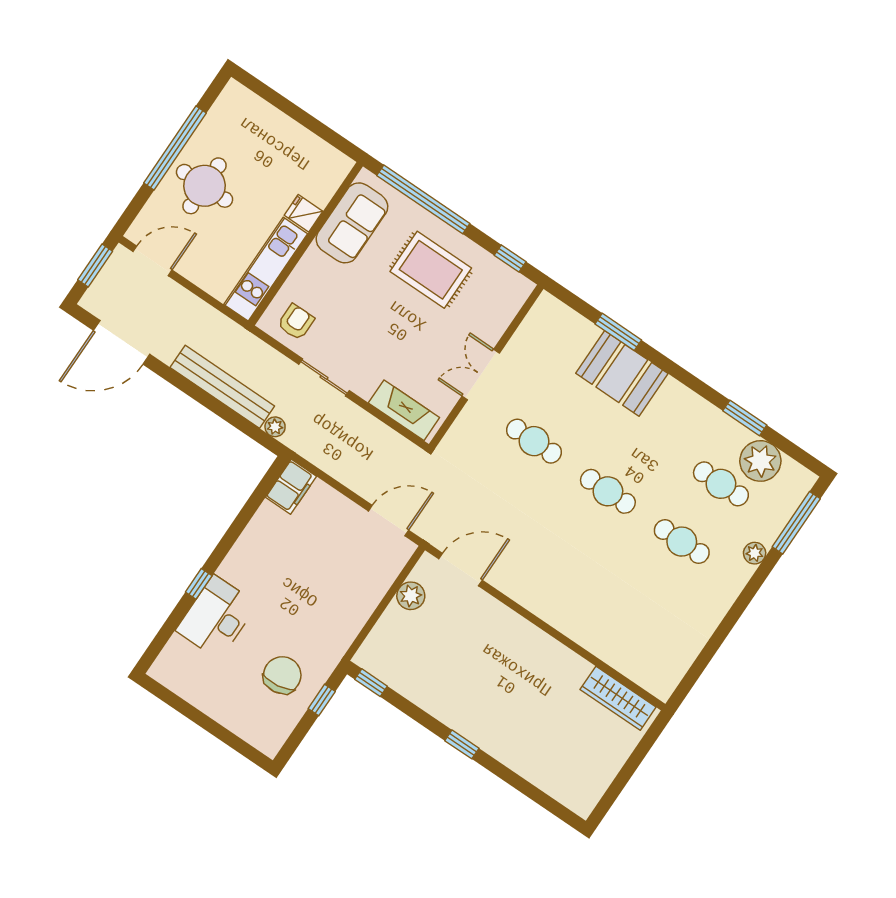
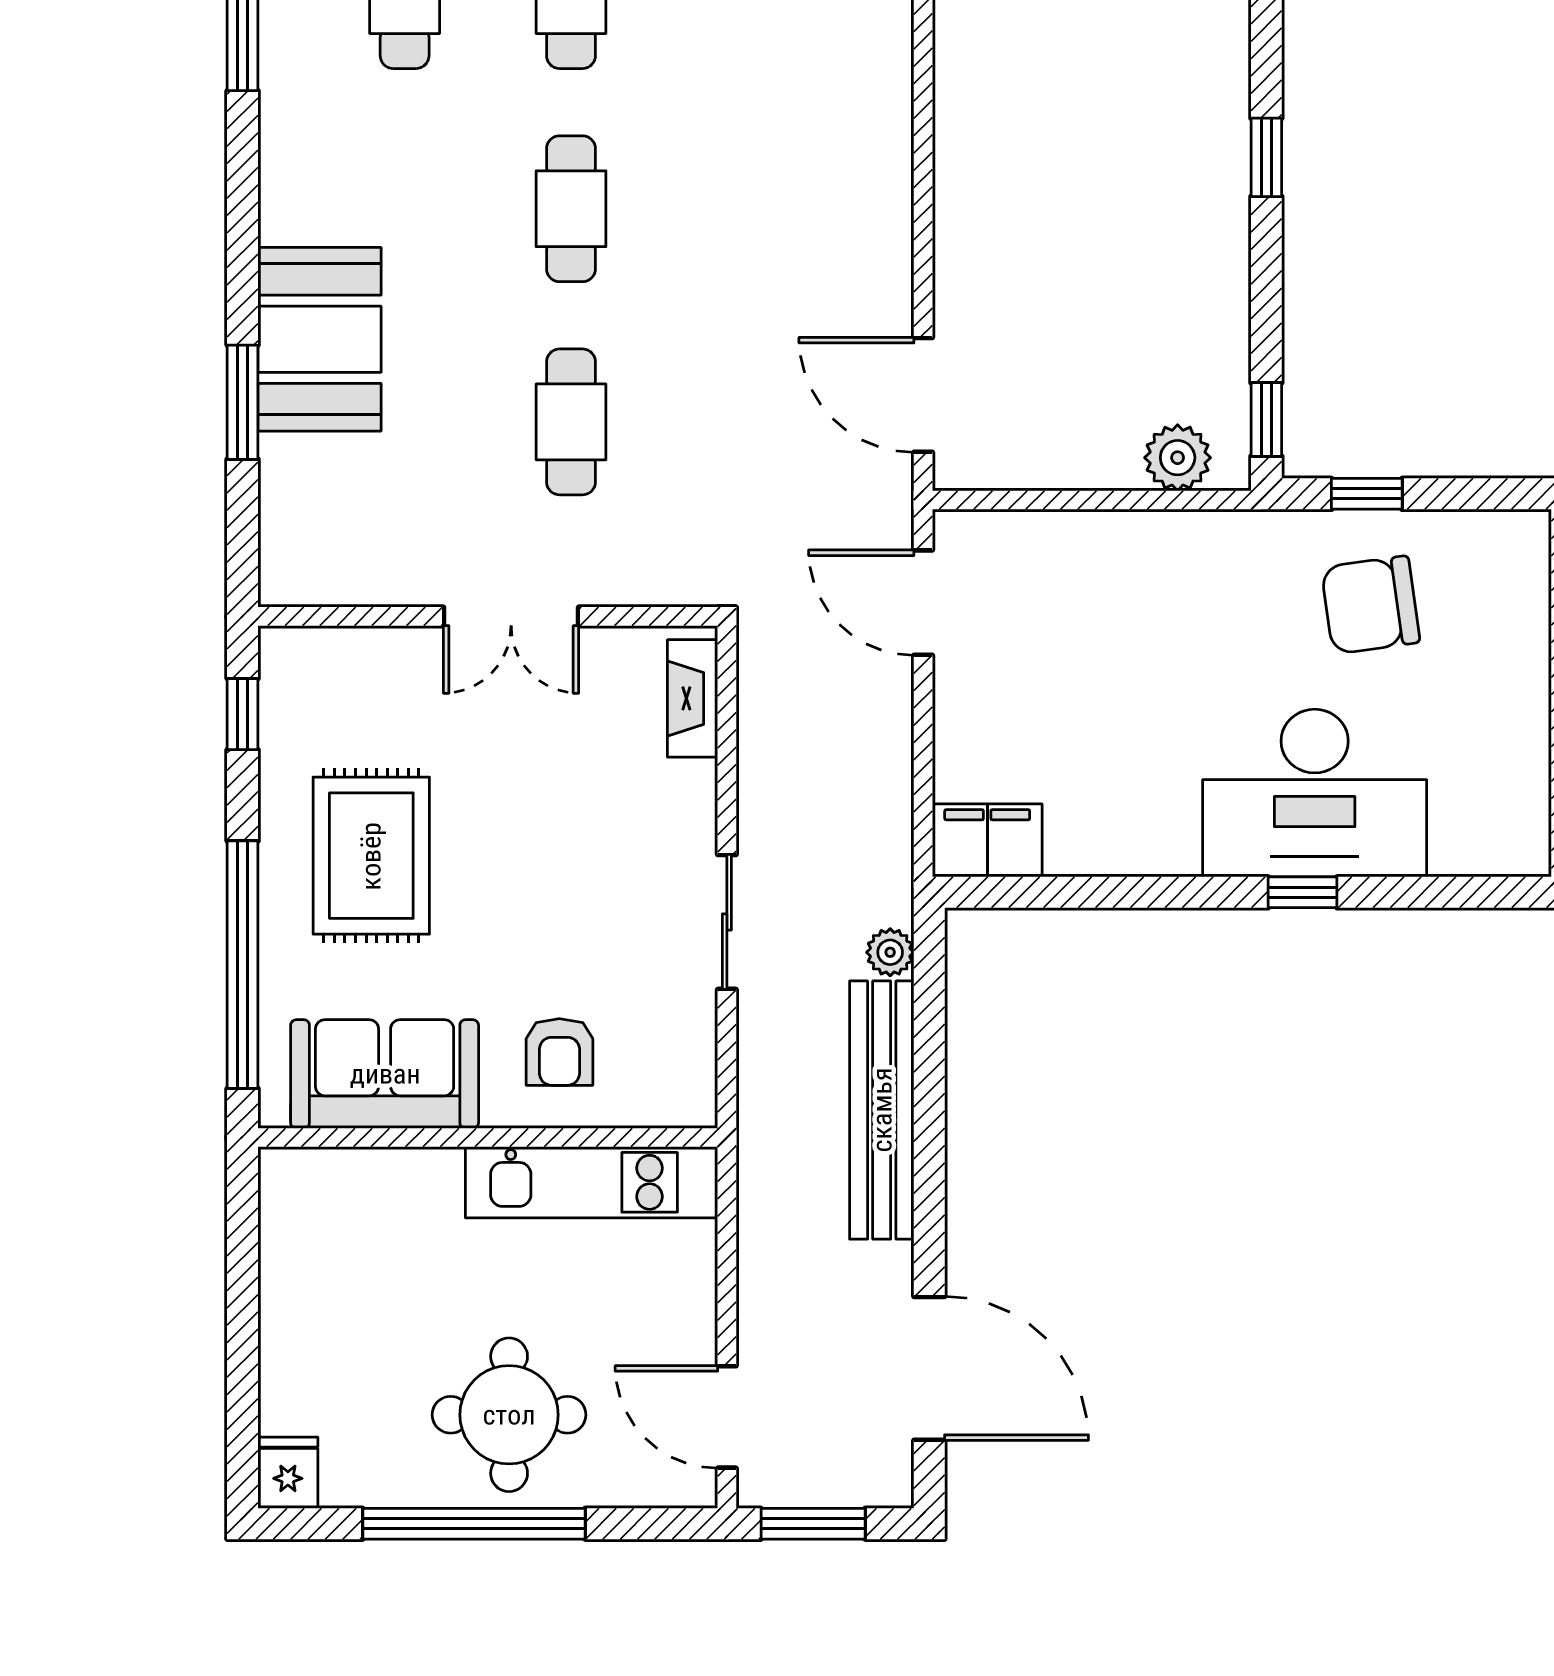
fridge: (304, 213) -> (288, 1473), moved, turned 180
armchair: (296, 322) -> (559, 1052), moved, turned -90
fireplace: (404, 410) -> (693, 698), width x0.73, depth x0.76
plant: (411, 596) -> (1178, 458), moved
desk: (216, 617) -> (1315, 793), width x1.36, depth x1.30

